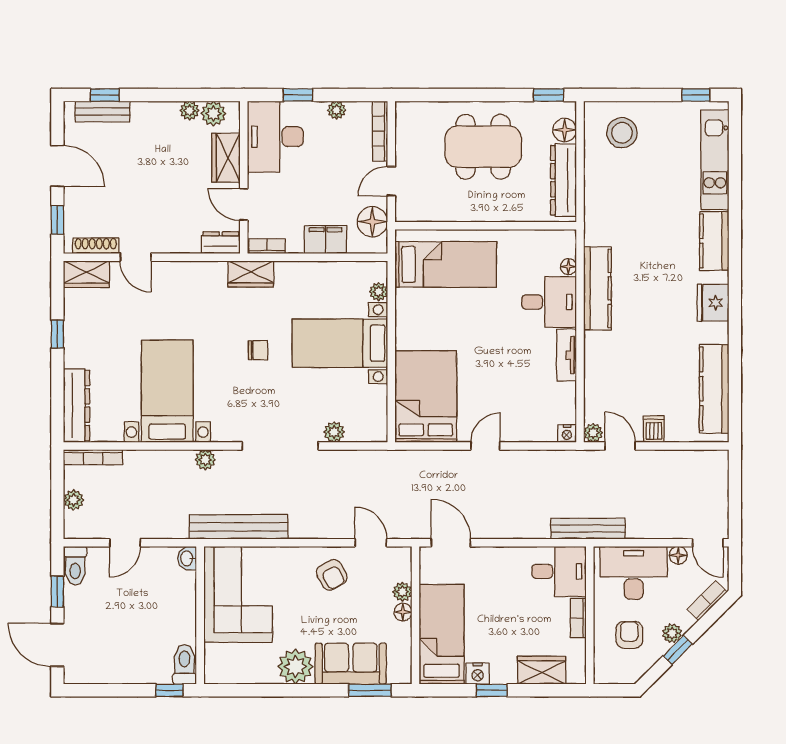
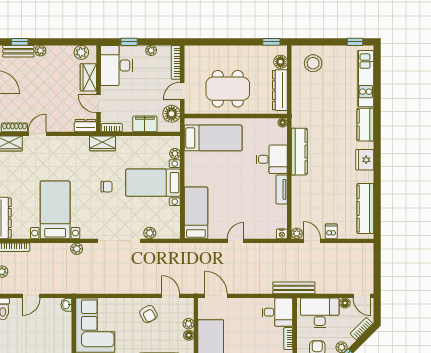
plant: (190, 111) -> (40, 51), moved
dining table: (483, 147) -> (228, 89), moved
door: (136, 257) -> (37, 134), swing flipped
floor lamp: (568, 267) -> (283, 123), moved
bed: (426, 397) -> (196, 213), width x0.67
bench: (239, 527) -> (96, 287), removed

